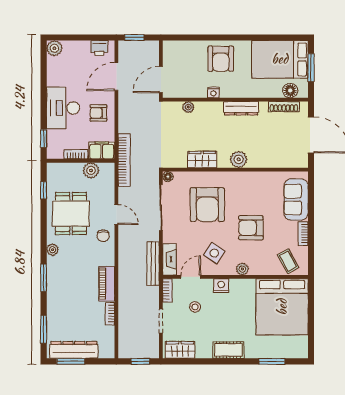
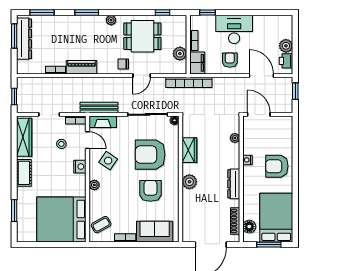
plant: (54, 48) -> (286, 46), moved
armchair: (251, 228) -> (150, 191), moved
wardrobe: (180, 350) -> (24, 137), width x1.50

